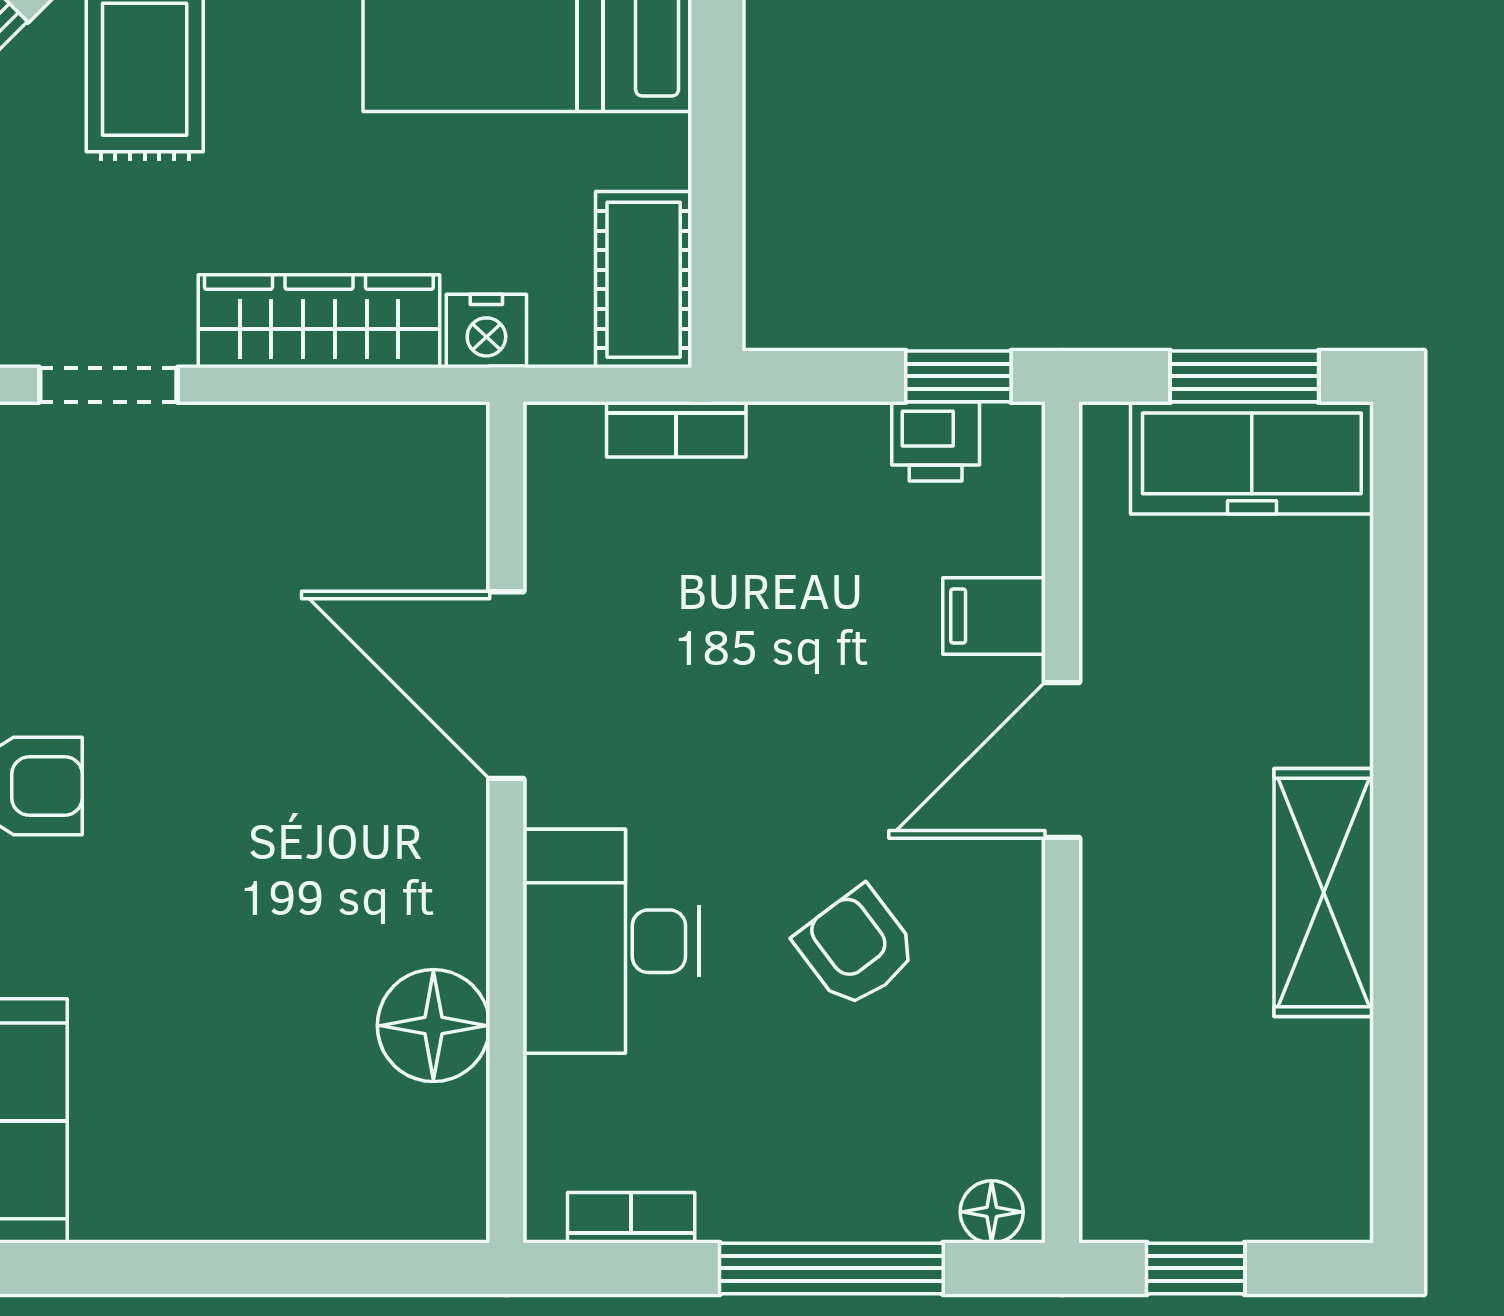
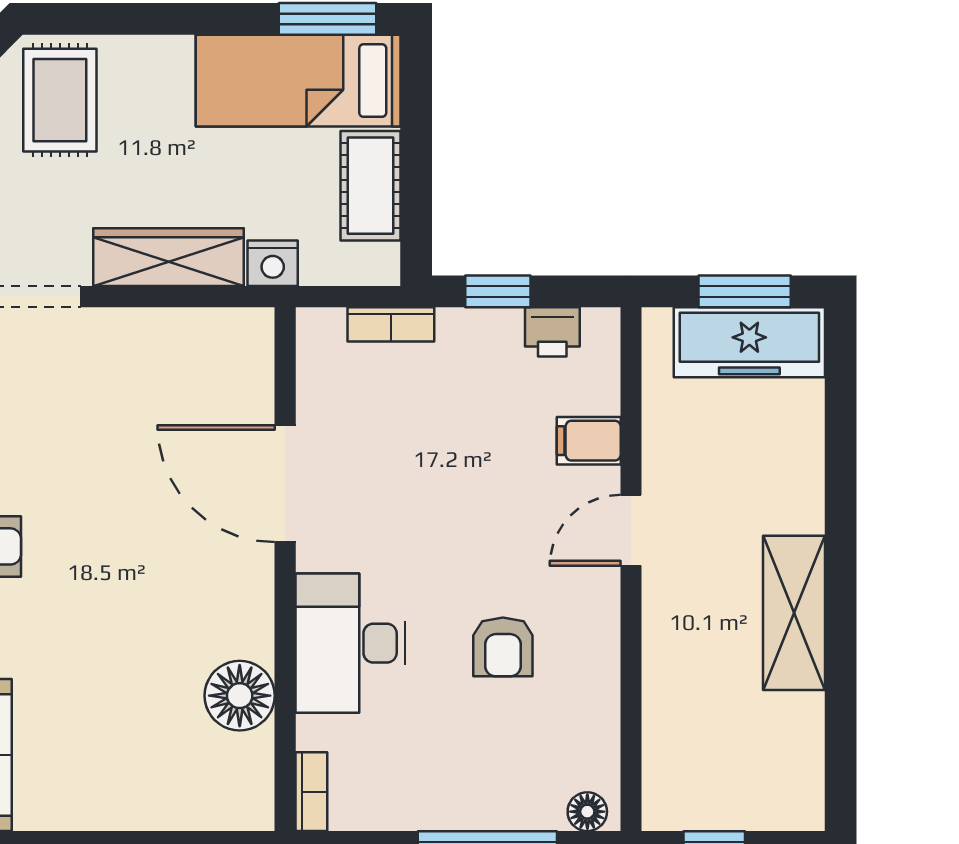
cot: (644, 280) -> (371, 186), moved
window: (958, 376) -> (498, 291), moved
door: (1062, 760) -> (631, 530), width x0.73
armchair: (856, 947) -> (503, 647), turned -143
bookcase: (631, 1218) -> (311, 792), moved, turned 90

